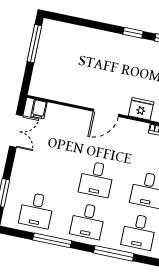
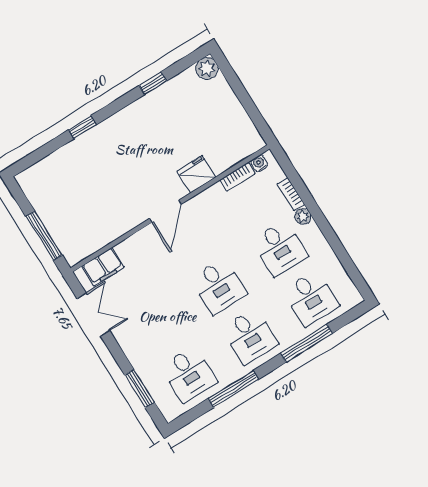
window: (133, 33) -> (82, 127), moved
window: (34, 44) -> (44, 236), moved
filing cabinet: (39, 109) -> (103, 267), width x2.00

